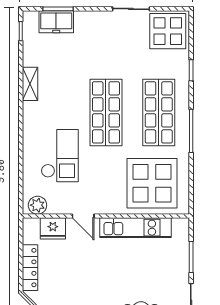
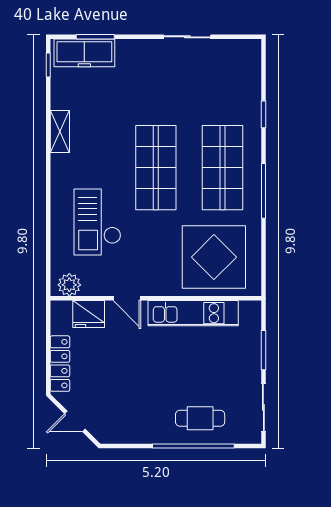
freezer: (56, 22) -> (84, 53), width x1.40
display table: (168, 31) -> (234, 65), removed
checkout: (60, 156) -> (97, 222), turned 180

